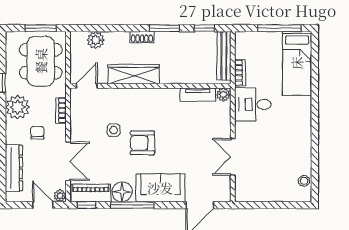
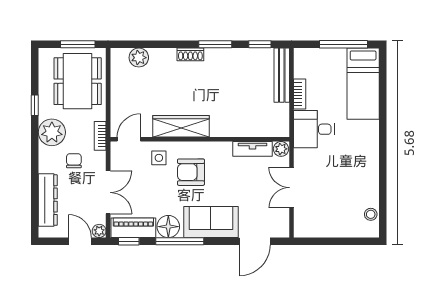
wardrobe: (134, 74) -> (181, 126), moved
door: (87, 86) -> (129, 139), moved
wall: (150, 86) -> (200, 139), moved
tv unit: (198, 95) -> (252, 149), moved
plant: (223, 95) -> (281, 149), moved

